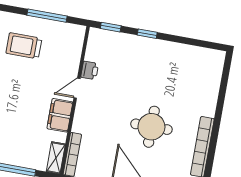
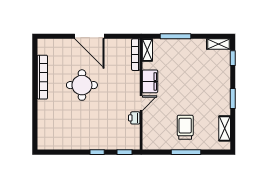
window: (47, 16) -> (186, 152), moved
trolley: (24, 46) -> (185, 127), turned -90

